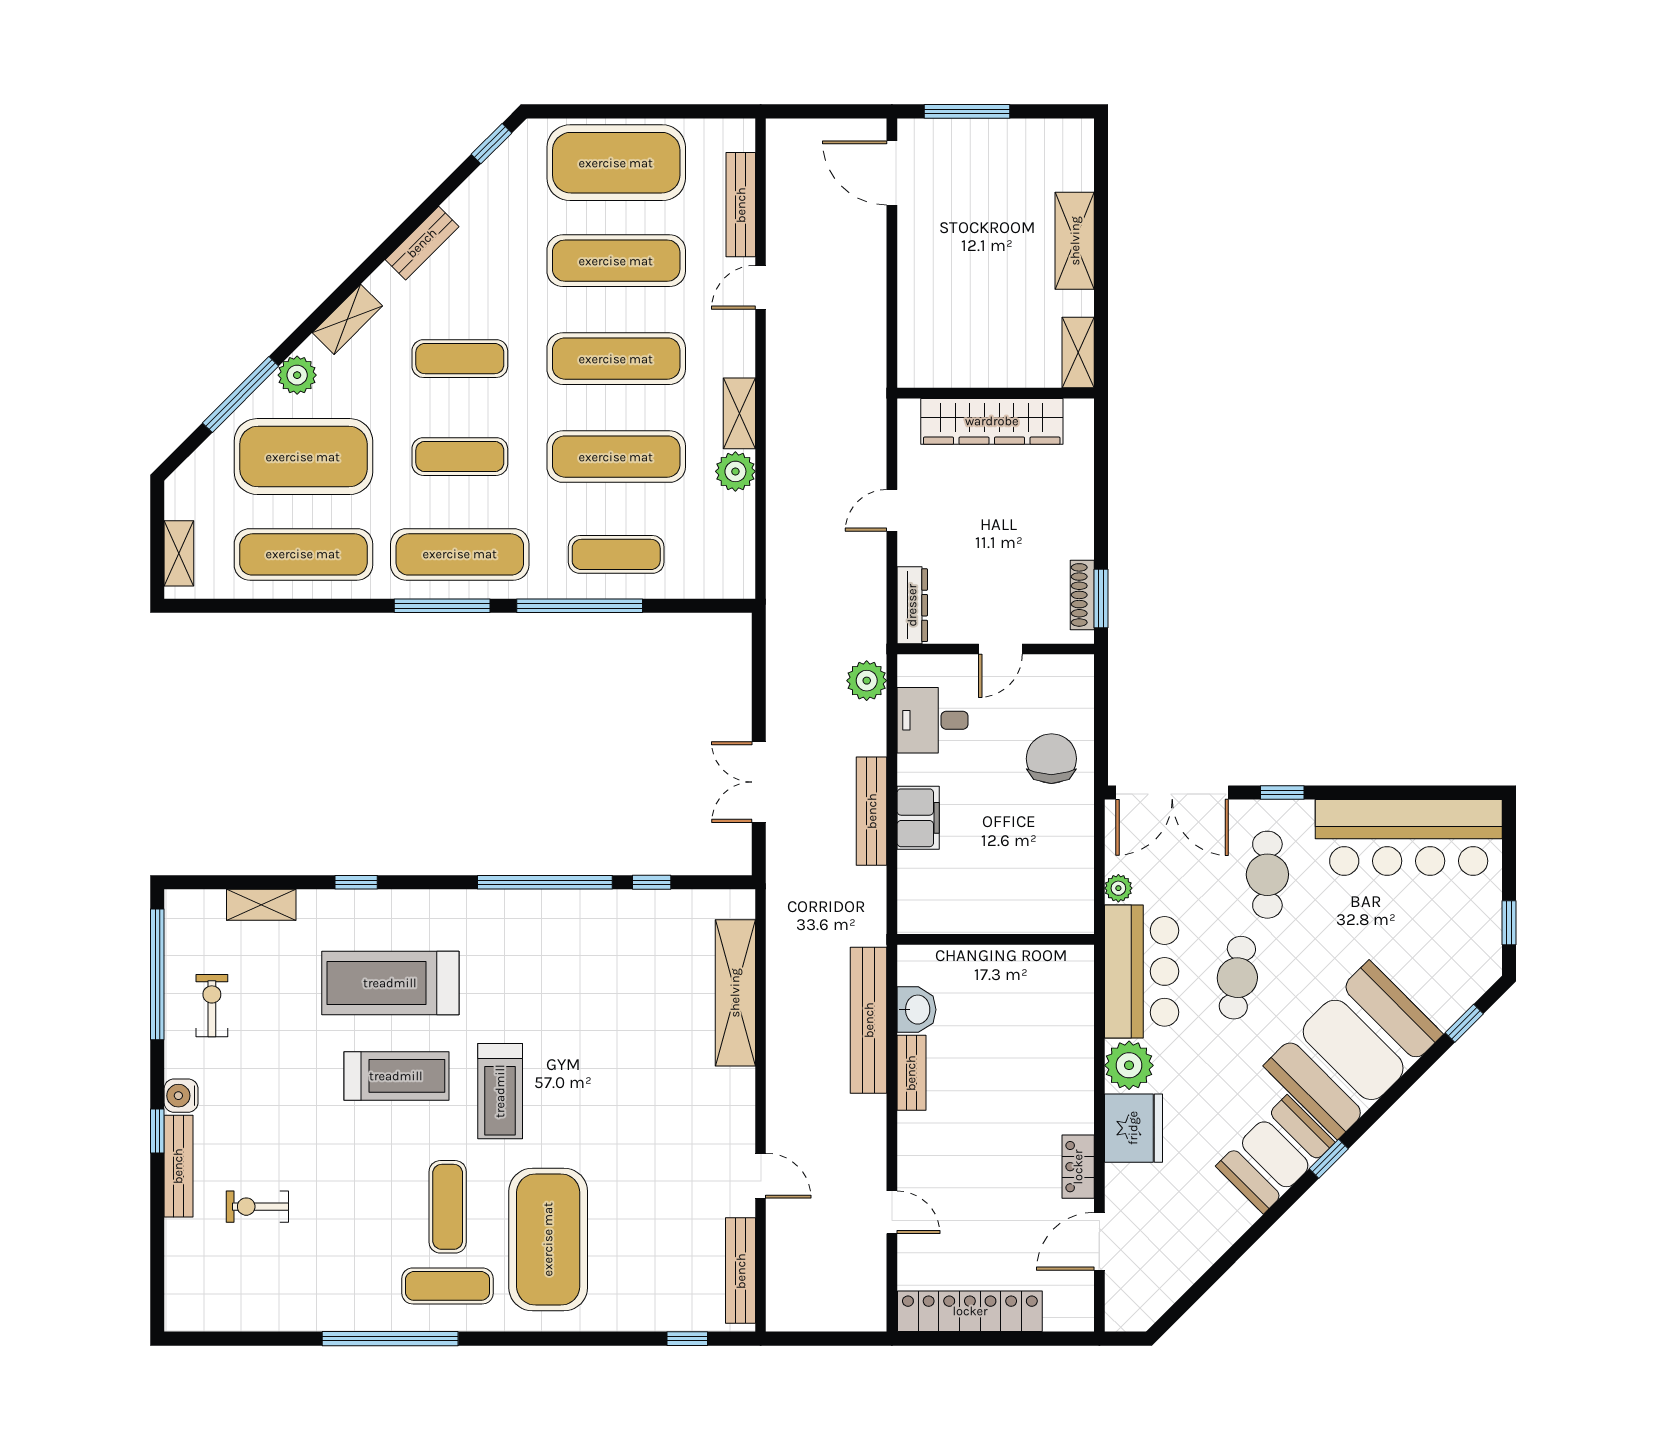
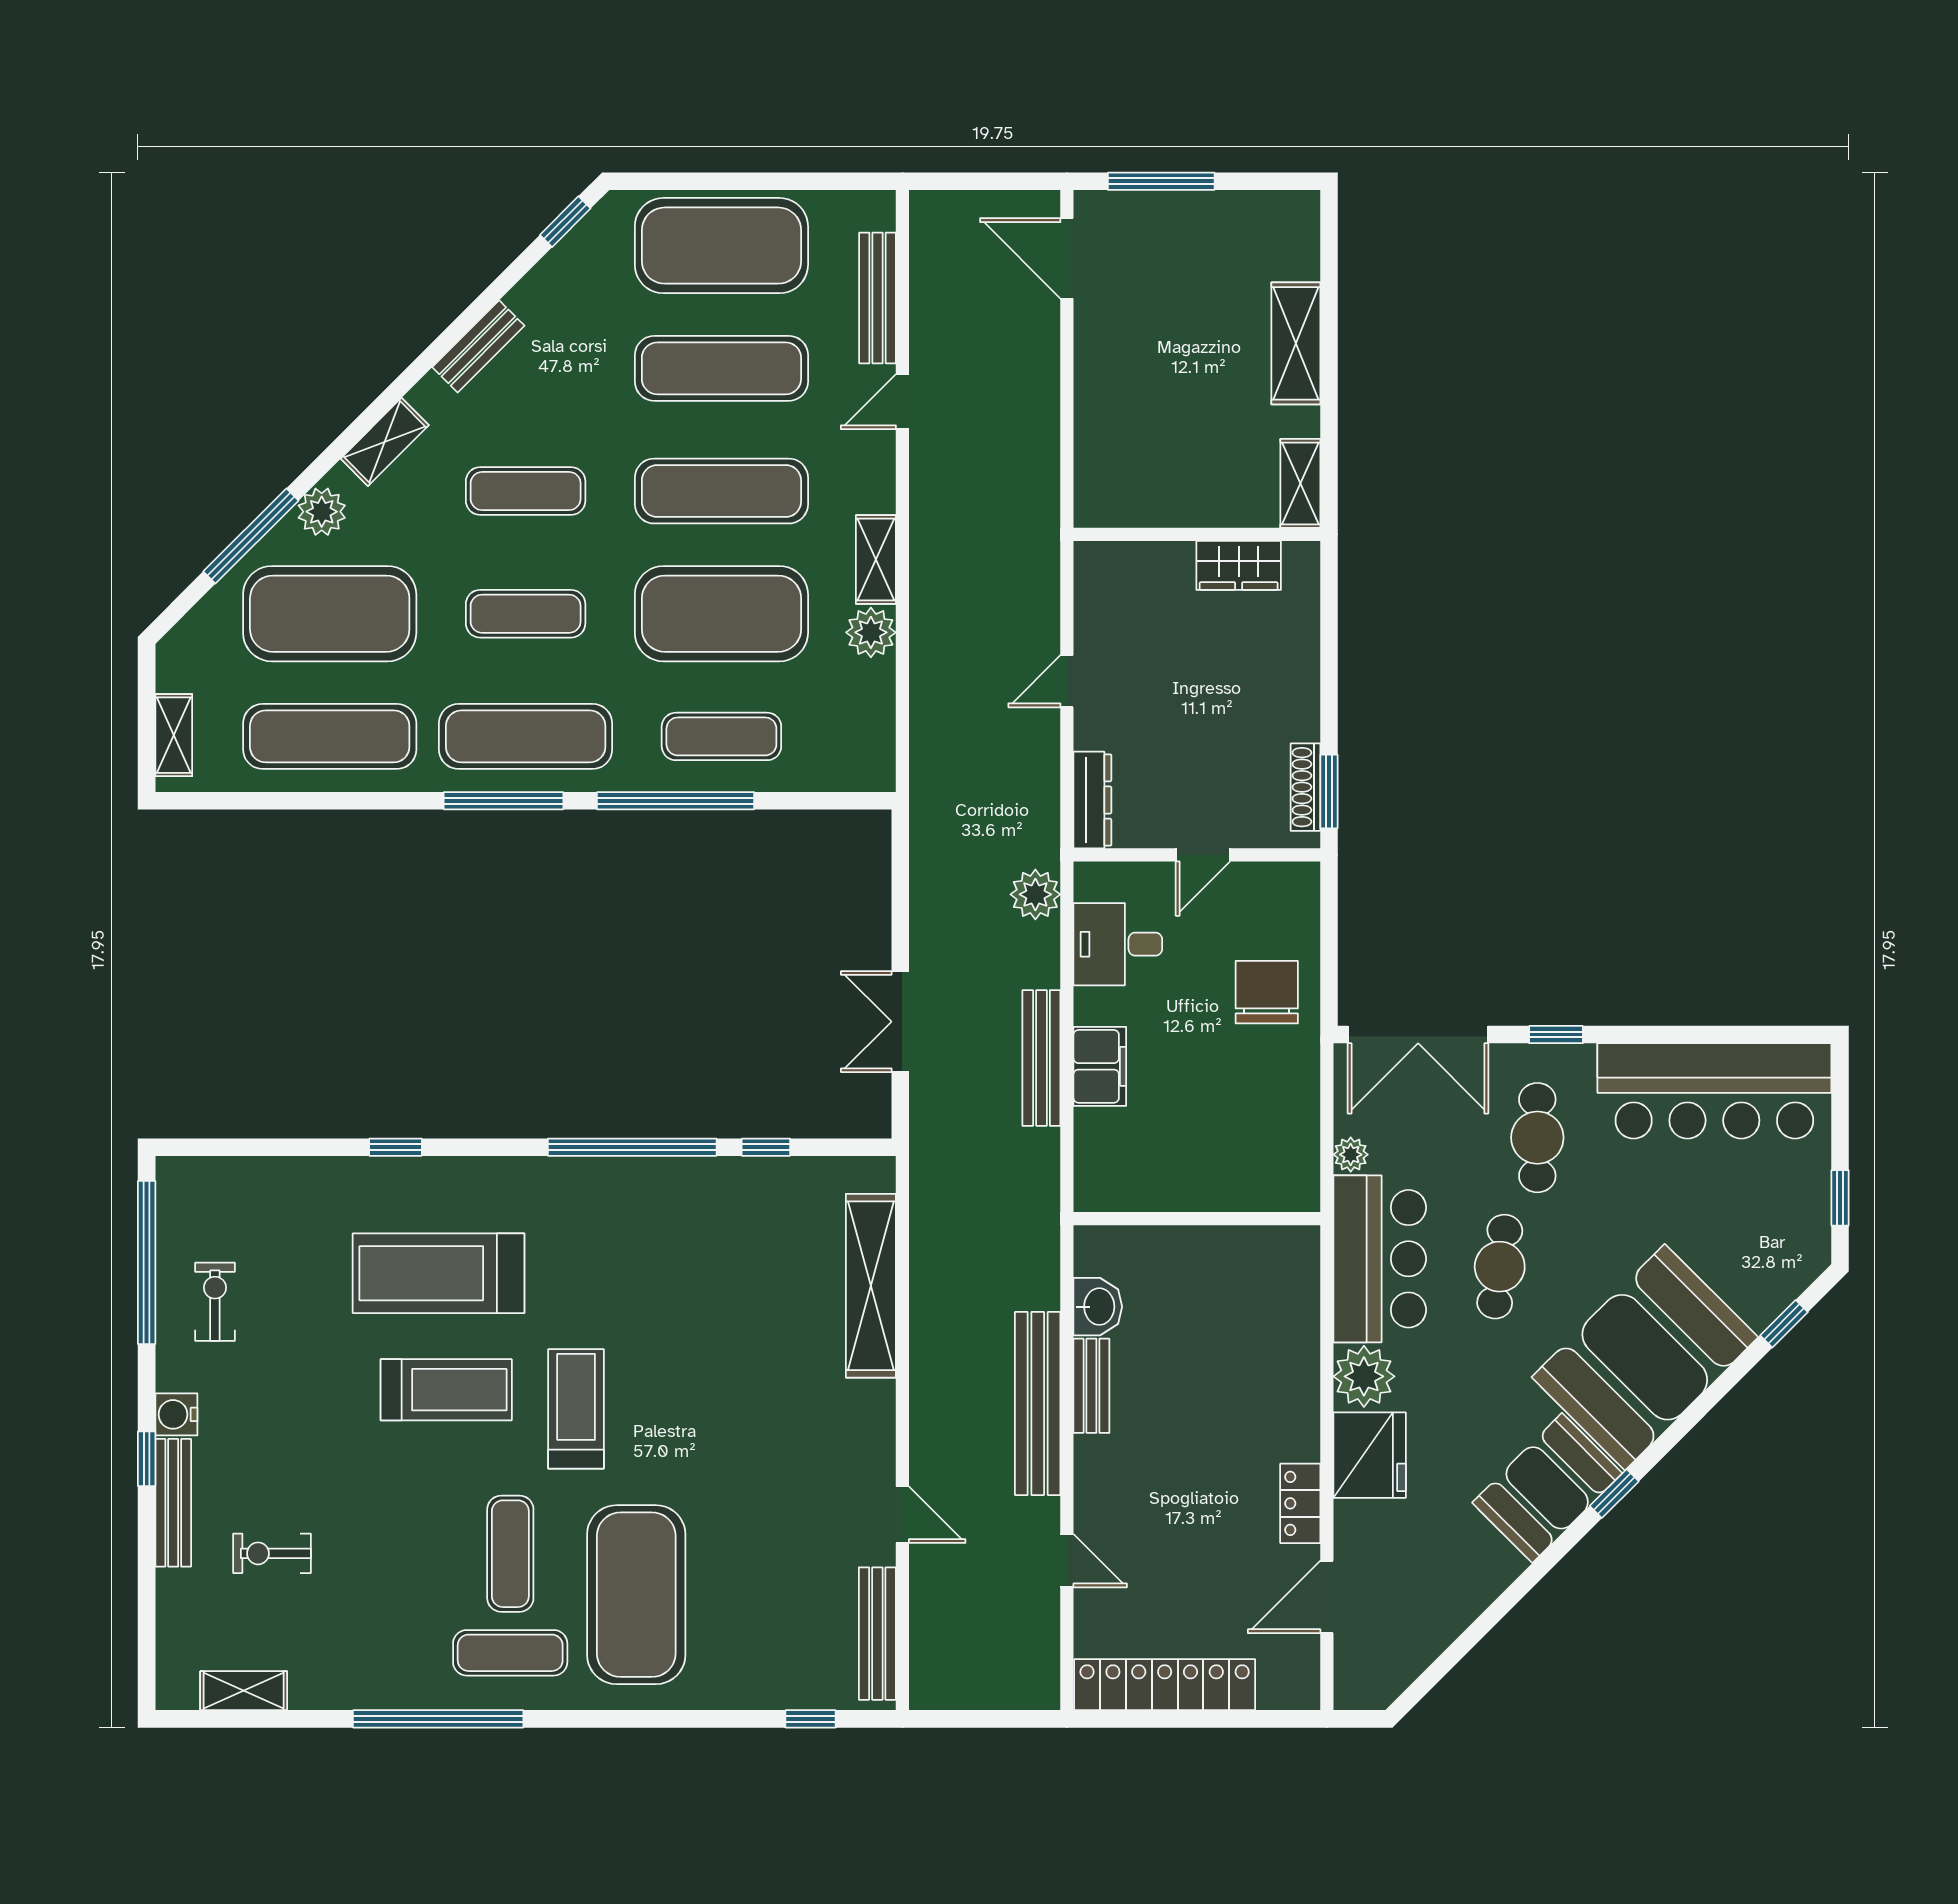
wardrobe: (992, 421) -> (1239, 565), width x0.48, depth x0.85
exercise mat: (616, 457) -> (721, 614), width x1.47
shelving: (261, 905) -> (244, 1691), moved
bench: (869, 1020) -> (1038, 1404), moved
treadmill: (500, 1091) -> (576, 1409), turned 180

